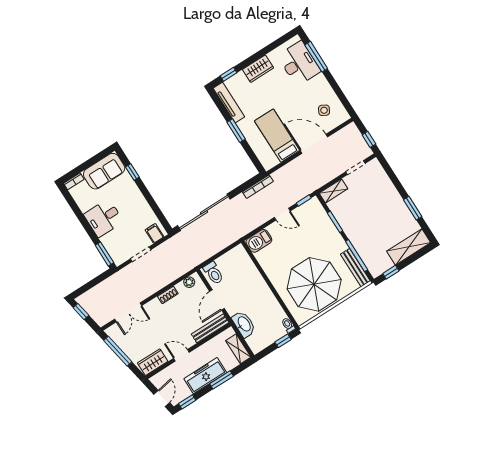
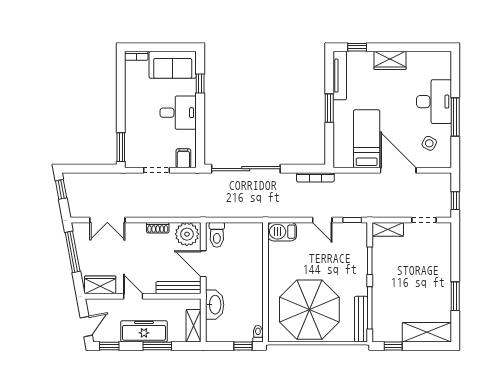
window: (316, 57) -> (455, 117), moved
desk: (299, 63) -> (434, 102), moved
desk: (104, 218) -> (178, 113), moved, turned 180
plant: (189, 282) -> (187, 234), width x1.87, depth x1.87
door: (217, 300) -> (203, 264), hinge flipped

